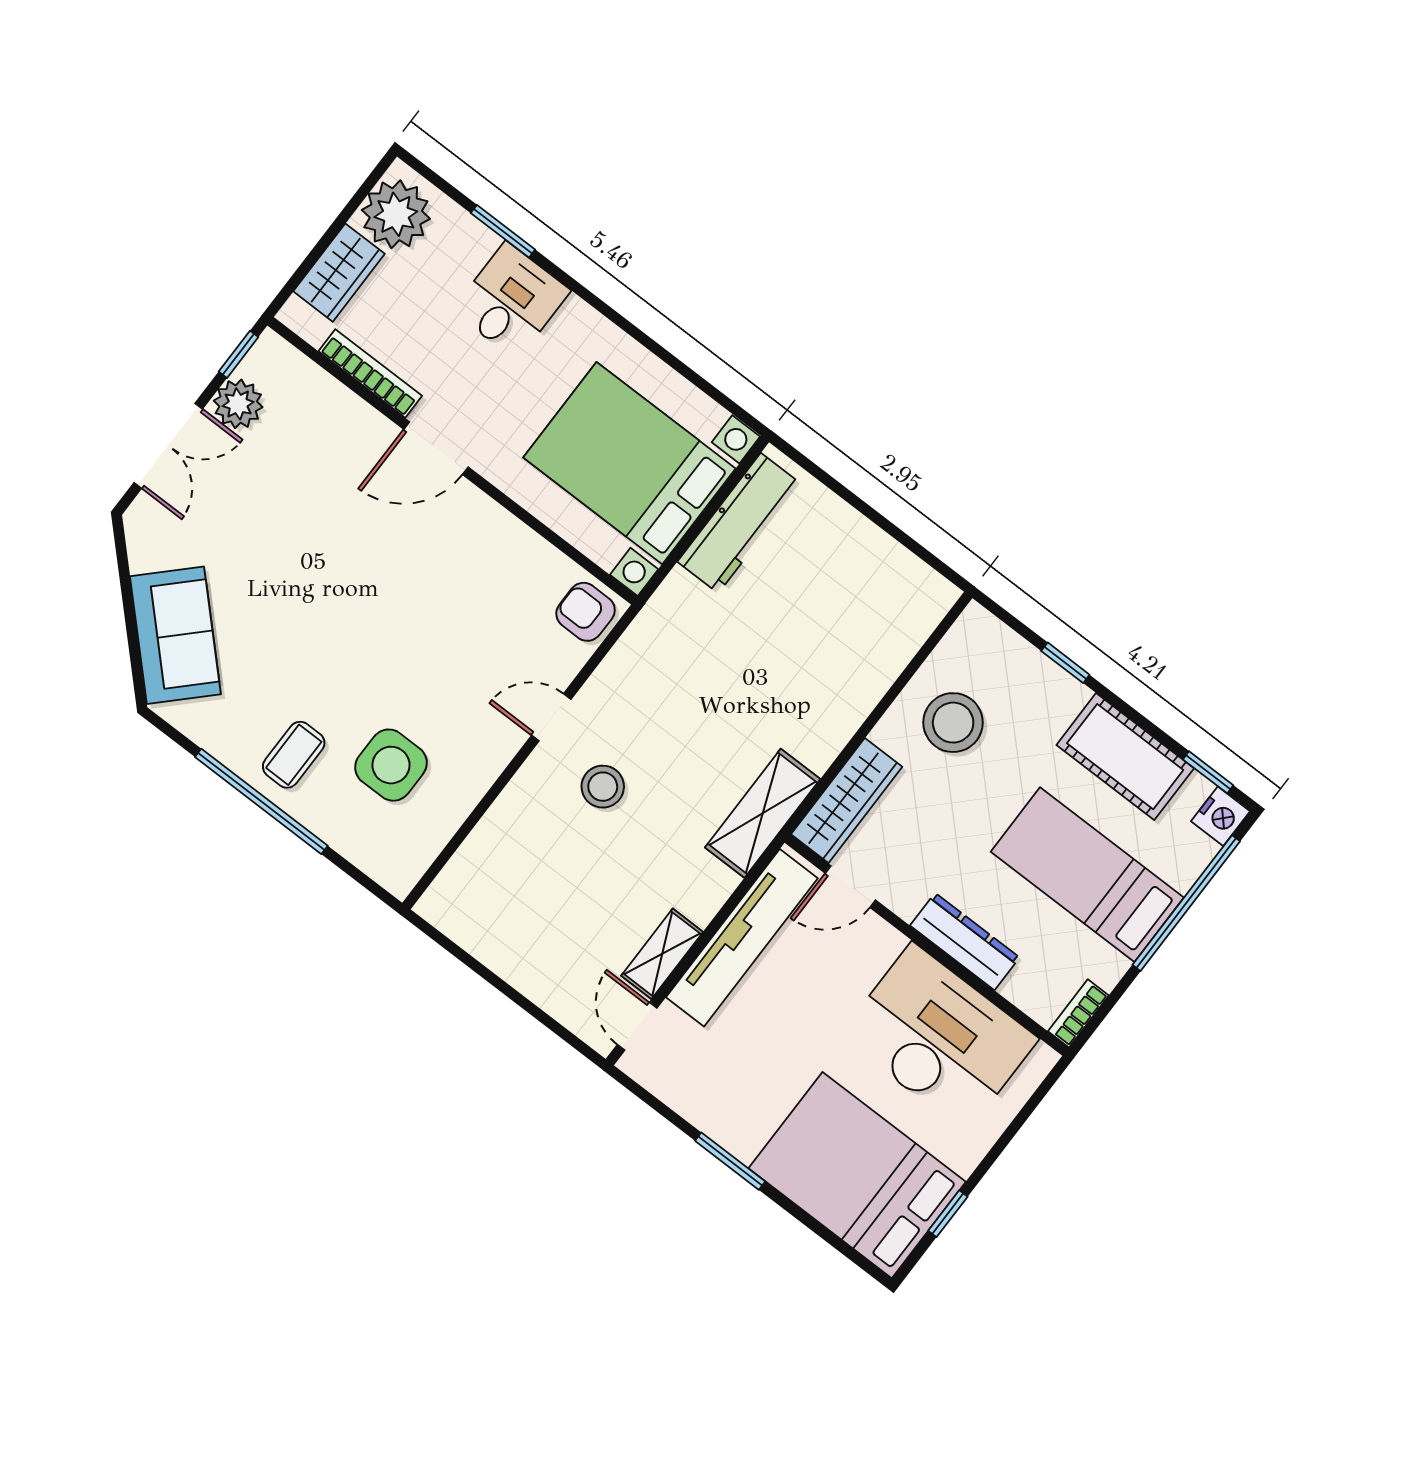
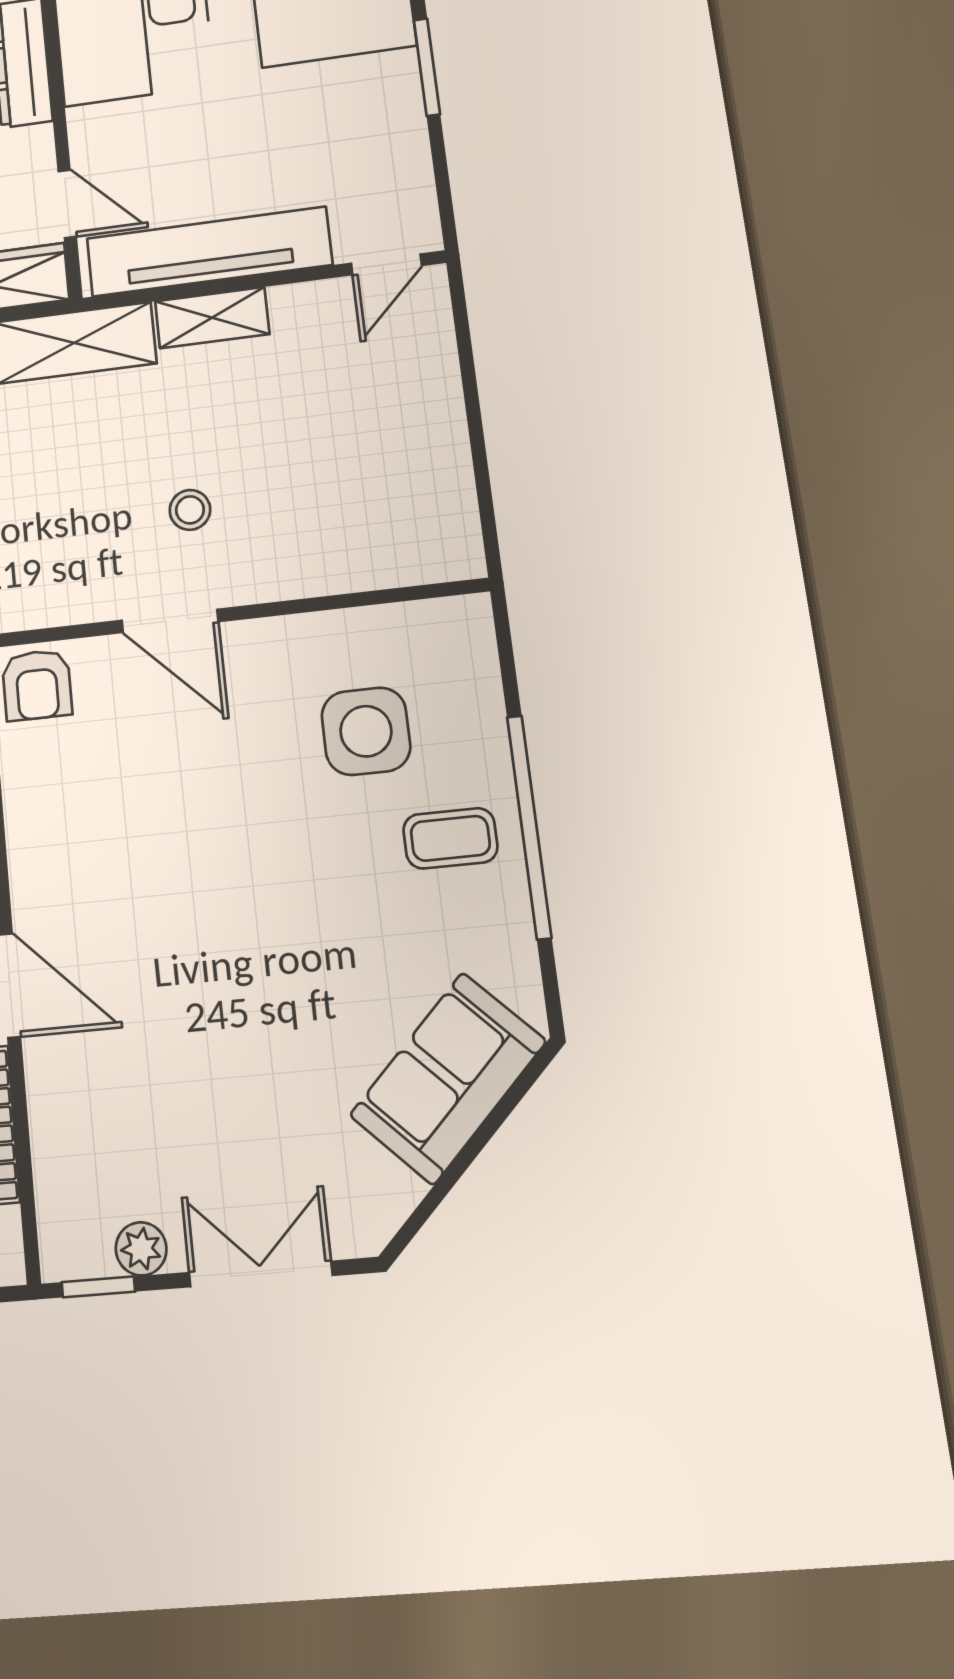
plant: (238, 404) -> (141, 1249), width x0.73, depth x0.73
door: (551, 717) -> (170, 621), width x1.38
stool: (603, 787) -> (190, 510), width x0.73, depth x0.73
shelving: (662, 954) -> (212, 318), moved

